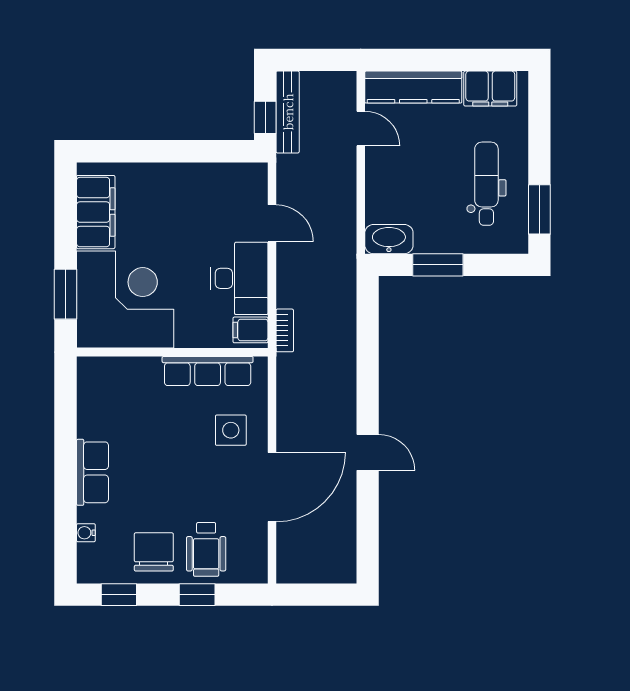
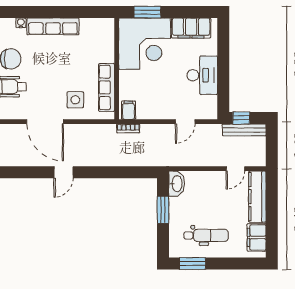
desk: (239, 278) -> (202, 75), moved, turned -90
row of seats: (93, 472) -> (53, 26), width x1.48

